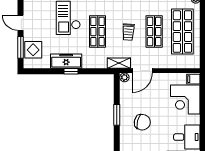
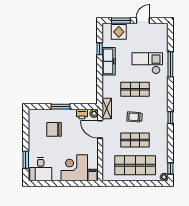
window: (71, 71) -> (100, 49), moved
printer: (125, 91) -> (82, 114), added
chair: (142, 122) -> (54, 129), turned 76

